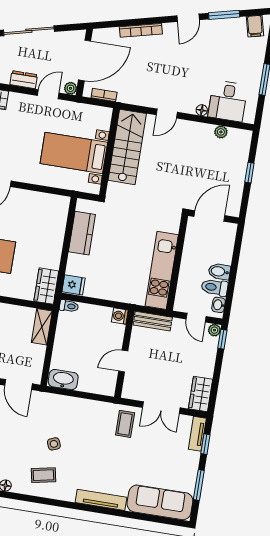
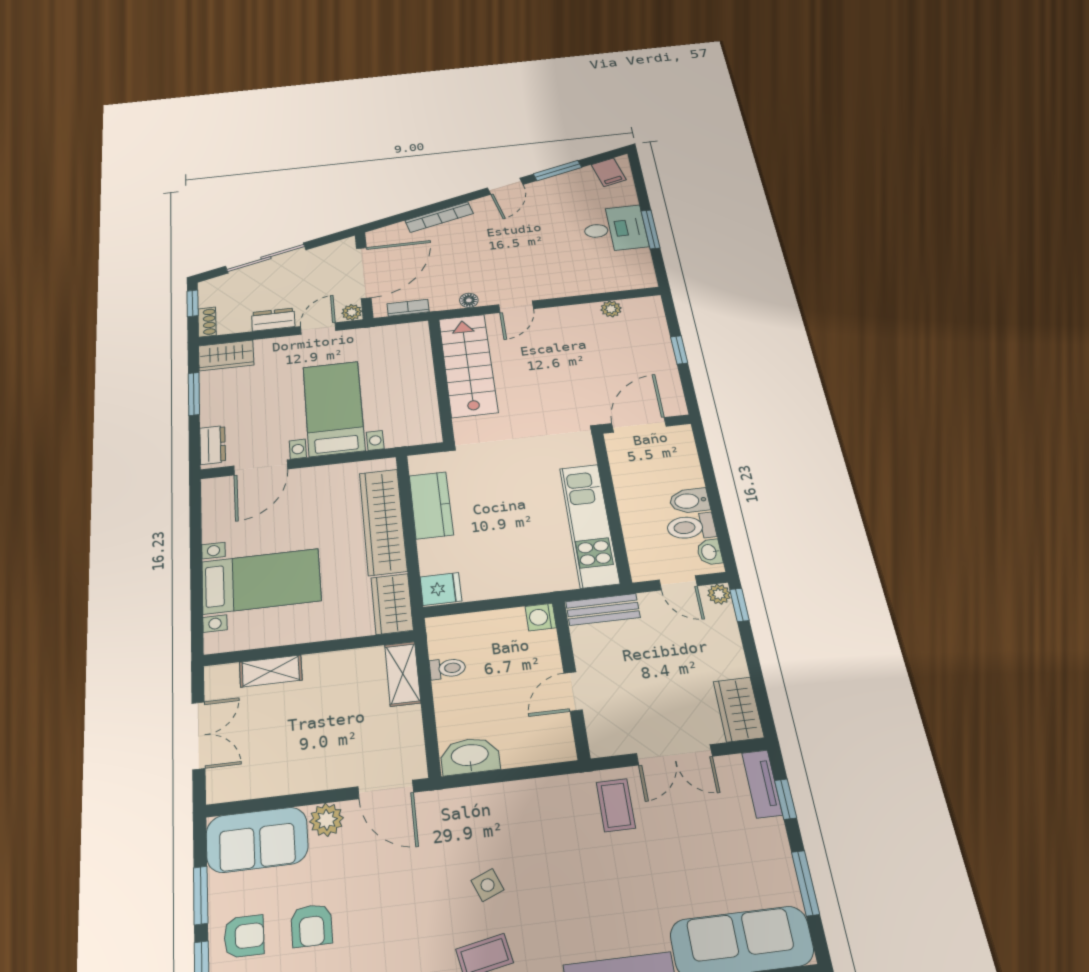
desk: (228, 101) -> (615, 229), moved, turned -90
floor lamp: (202, 110) -> (469, 300), moved
bed with nightstands: (74, 153) -> (334, 408), moved, turned 90
wardrobe: (54, 236) -> (383, 522), added
toilet: (69, 306) -> (448, 668), moved

